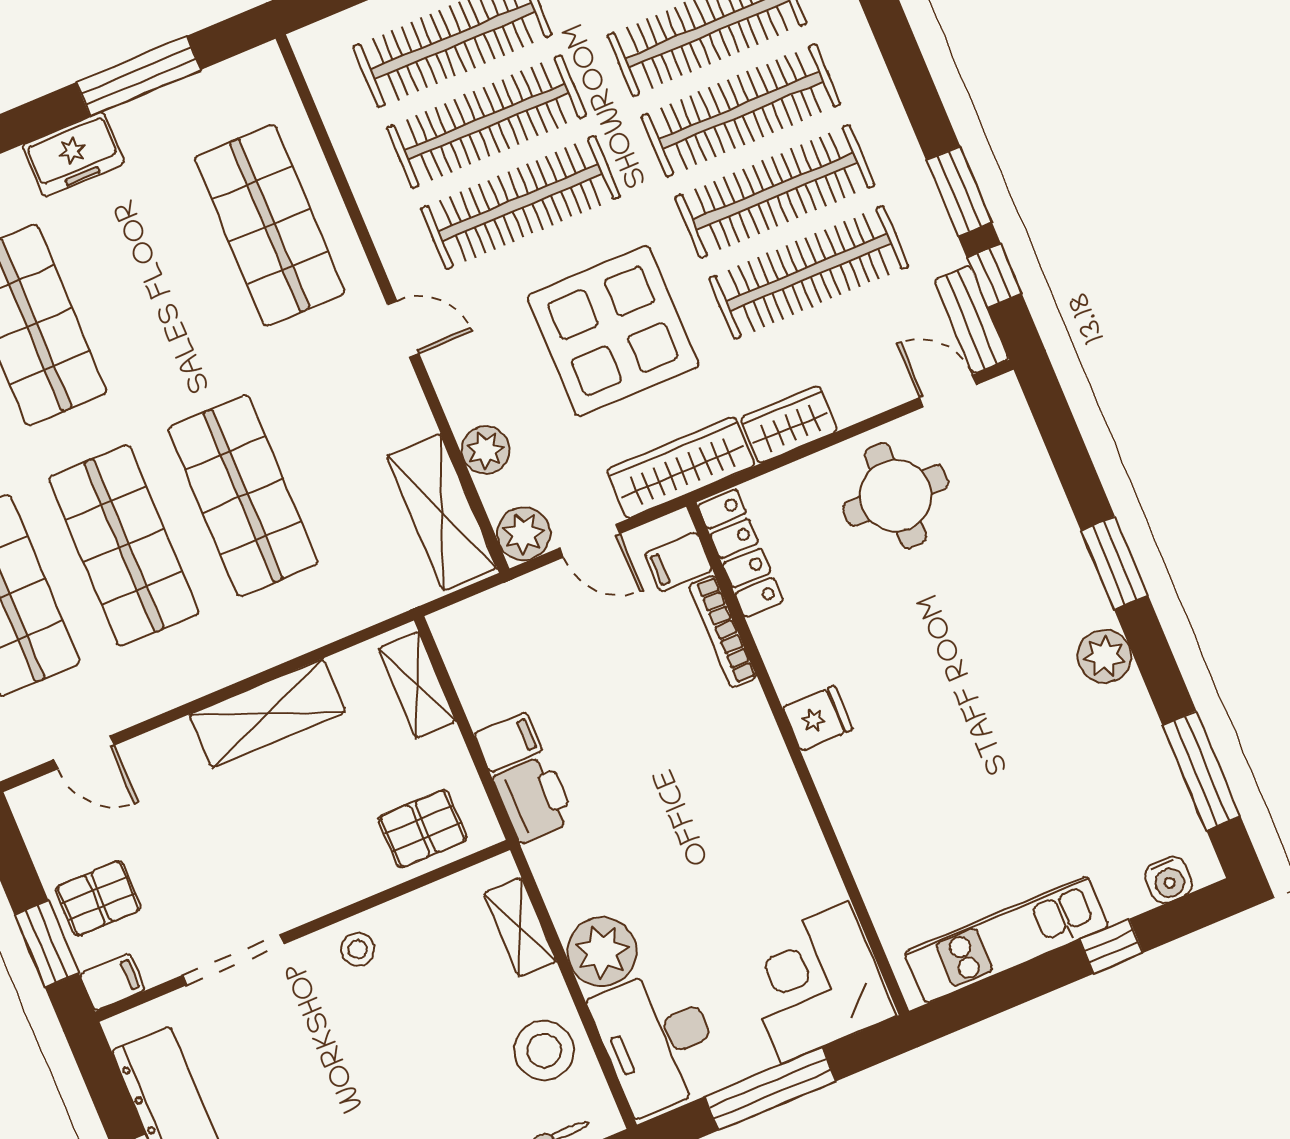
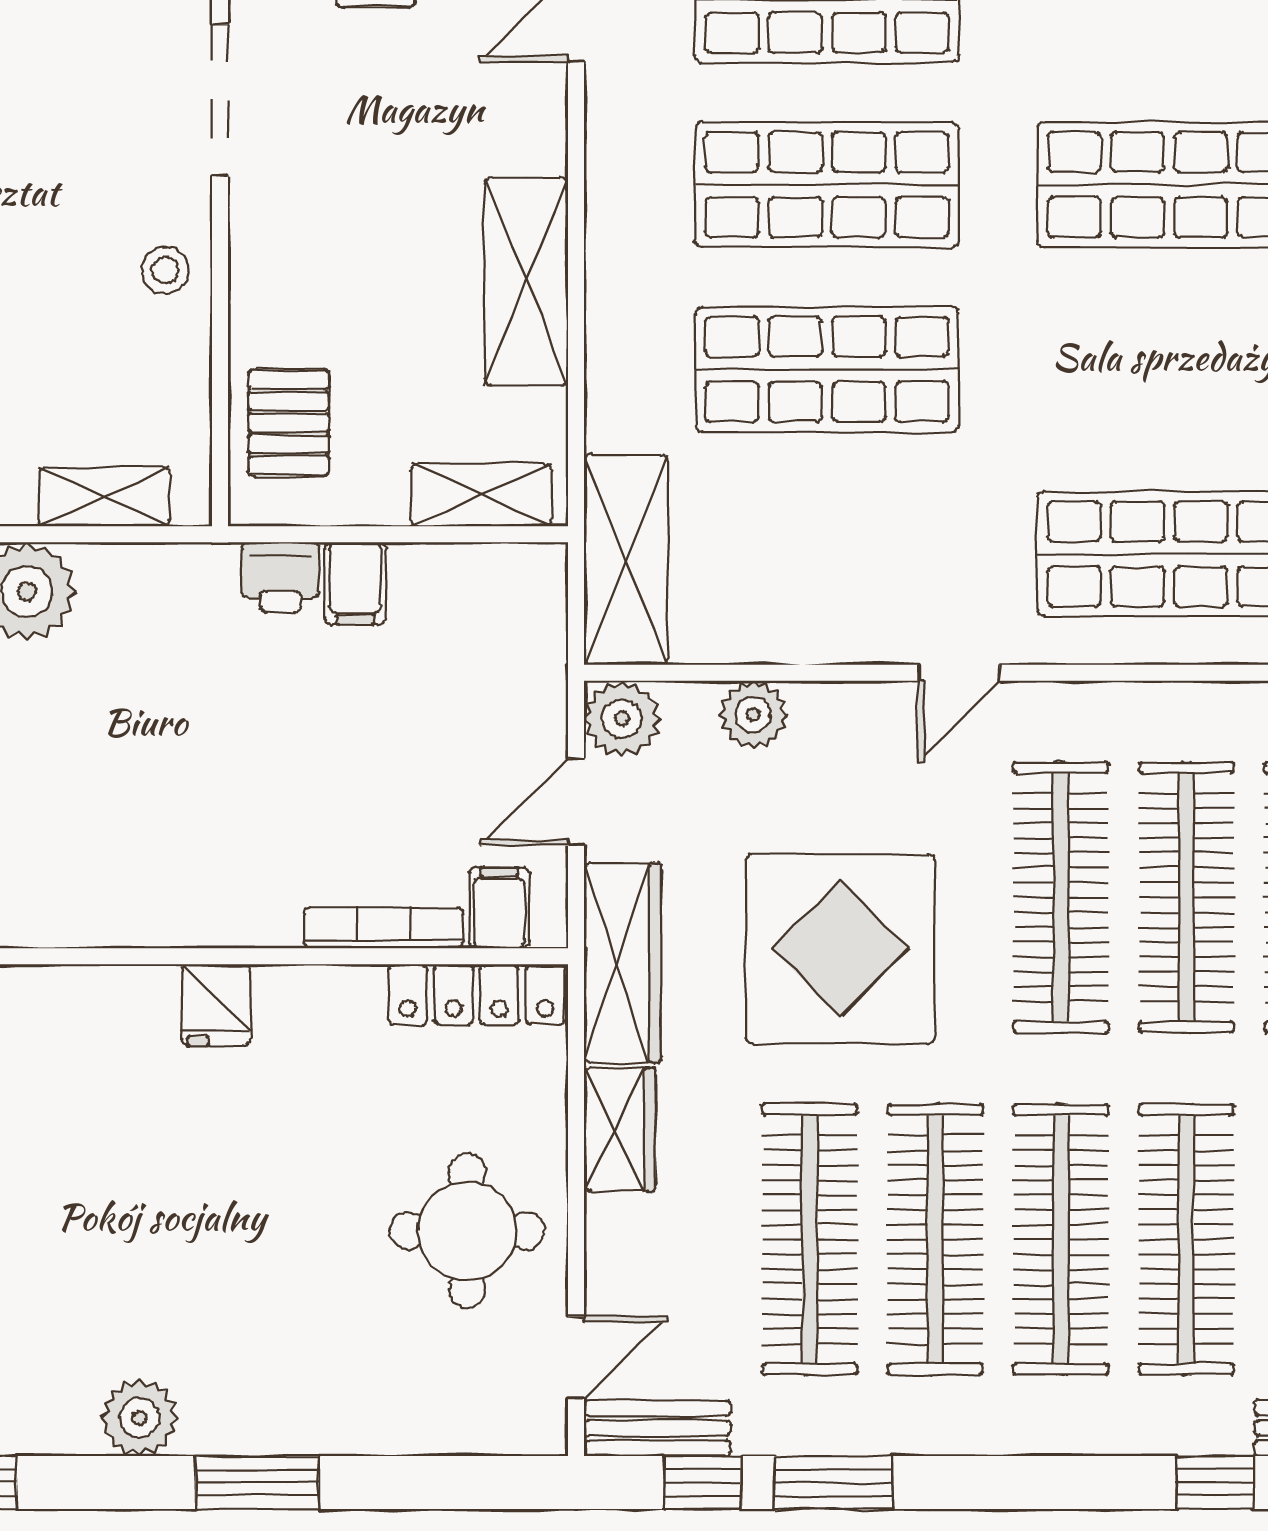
shelving: (442, 512) -> (626, 560), moved, turned 90
printer: (534, 799) -> (281, 577), width x0.73, depth x0.81

